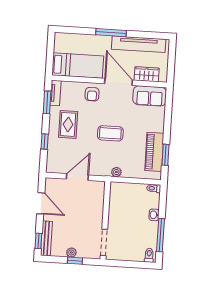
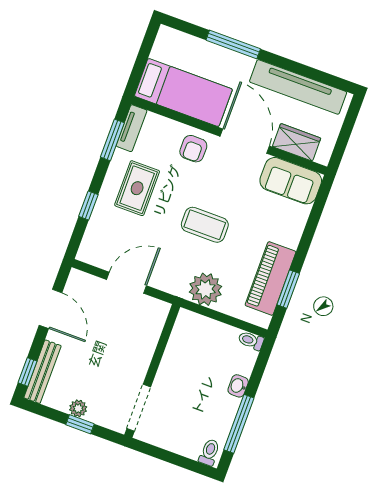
window: (111, 33) -> (233, 45), moved
plant: (116, 172) -> (205, 289), width x1.88, depth x1.88

